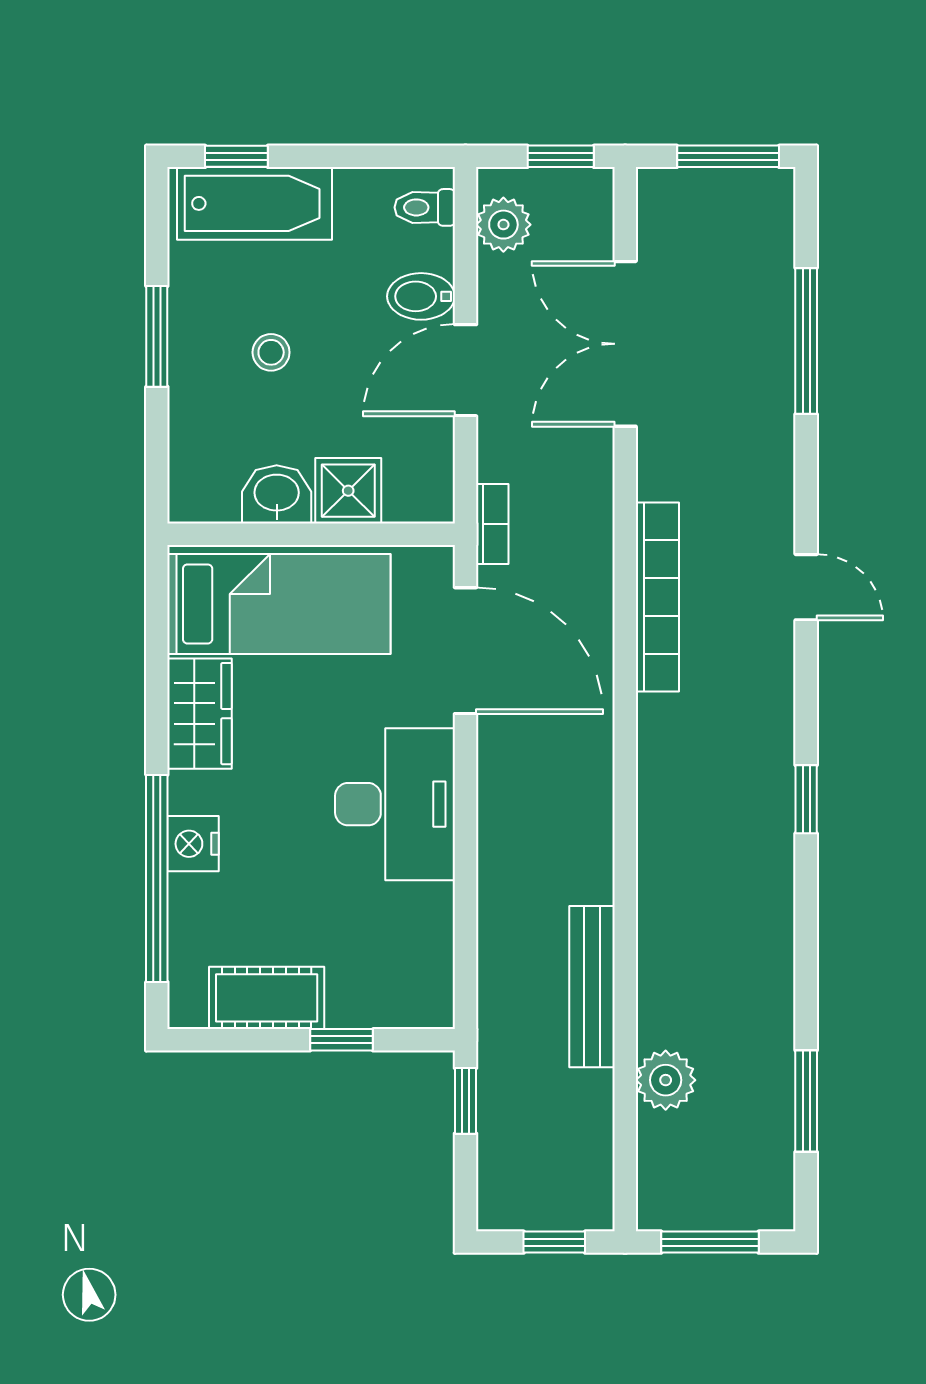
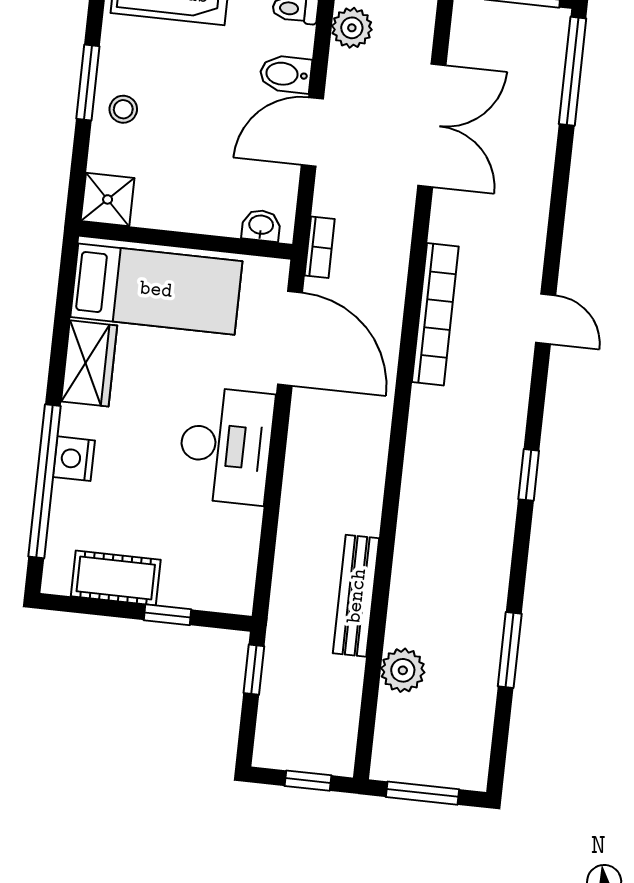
window: (806, 341) -> (573, 71), moved
double door: (625, 344) -> (432, 125), swing flipped
stool: (271, 352) -> (123, 109), moved
shower: (348, 491) -> (108, 199), moved
washbasin: (277, 494) -> (261, 226), moved, width x0.72, depth x0.69
window: (806, 1101) -> (510, 650), moved

